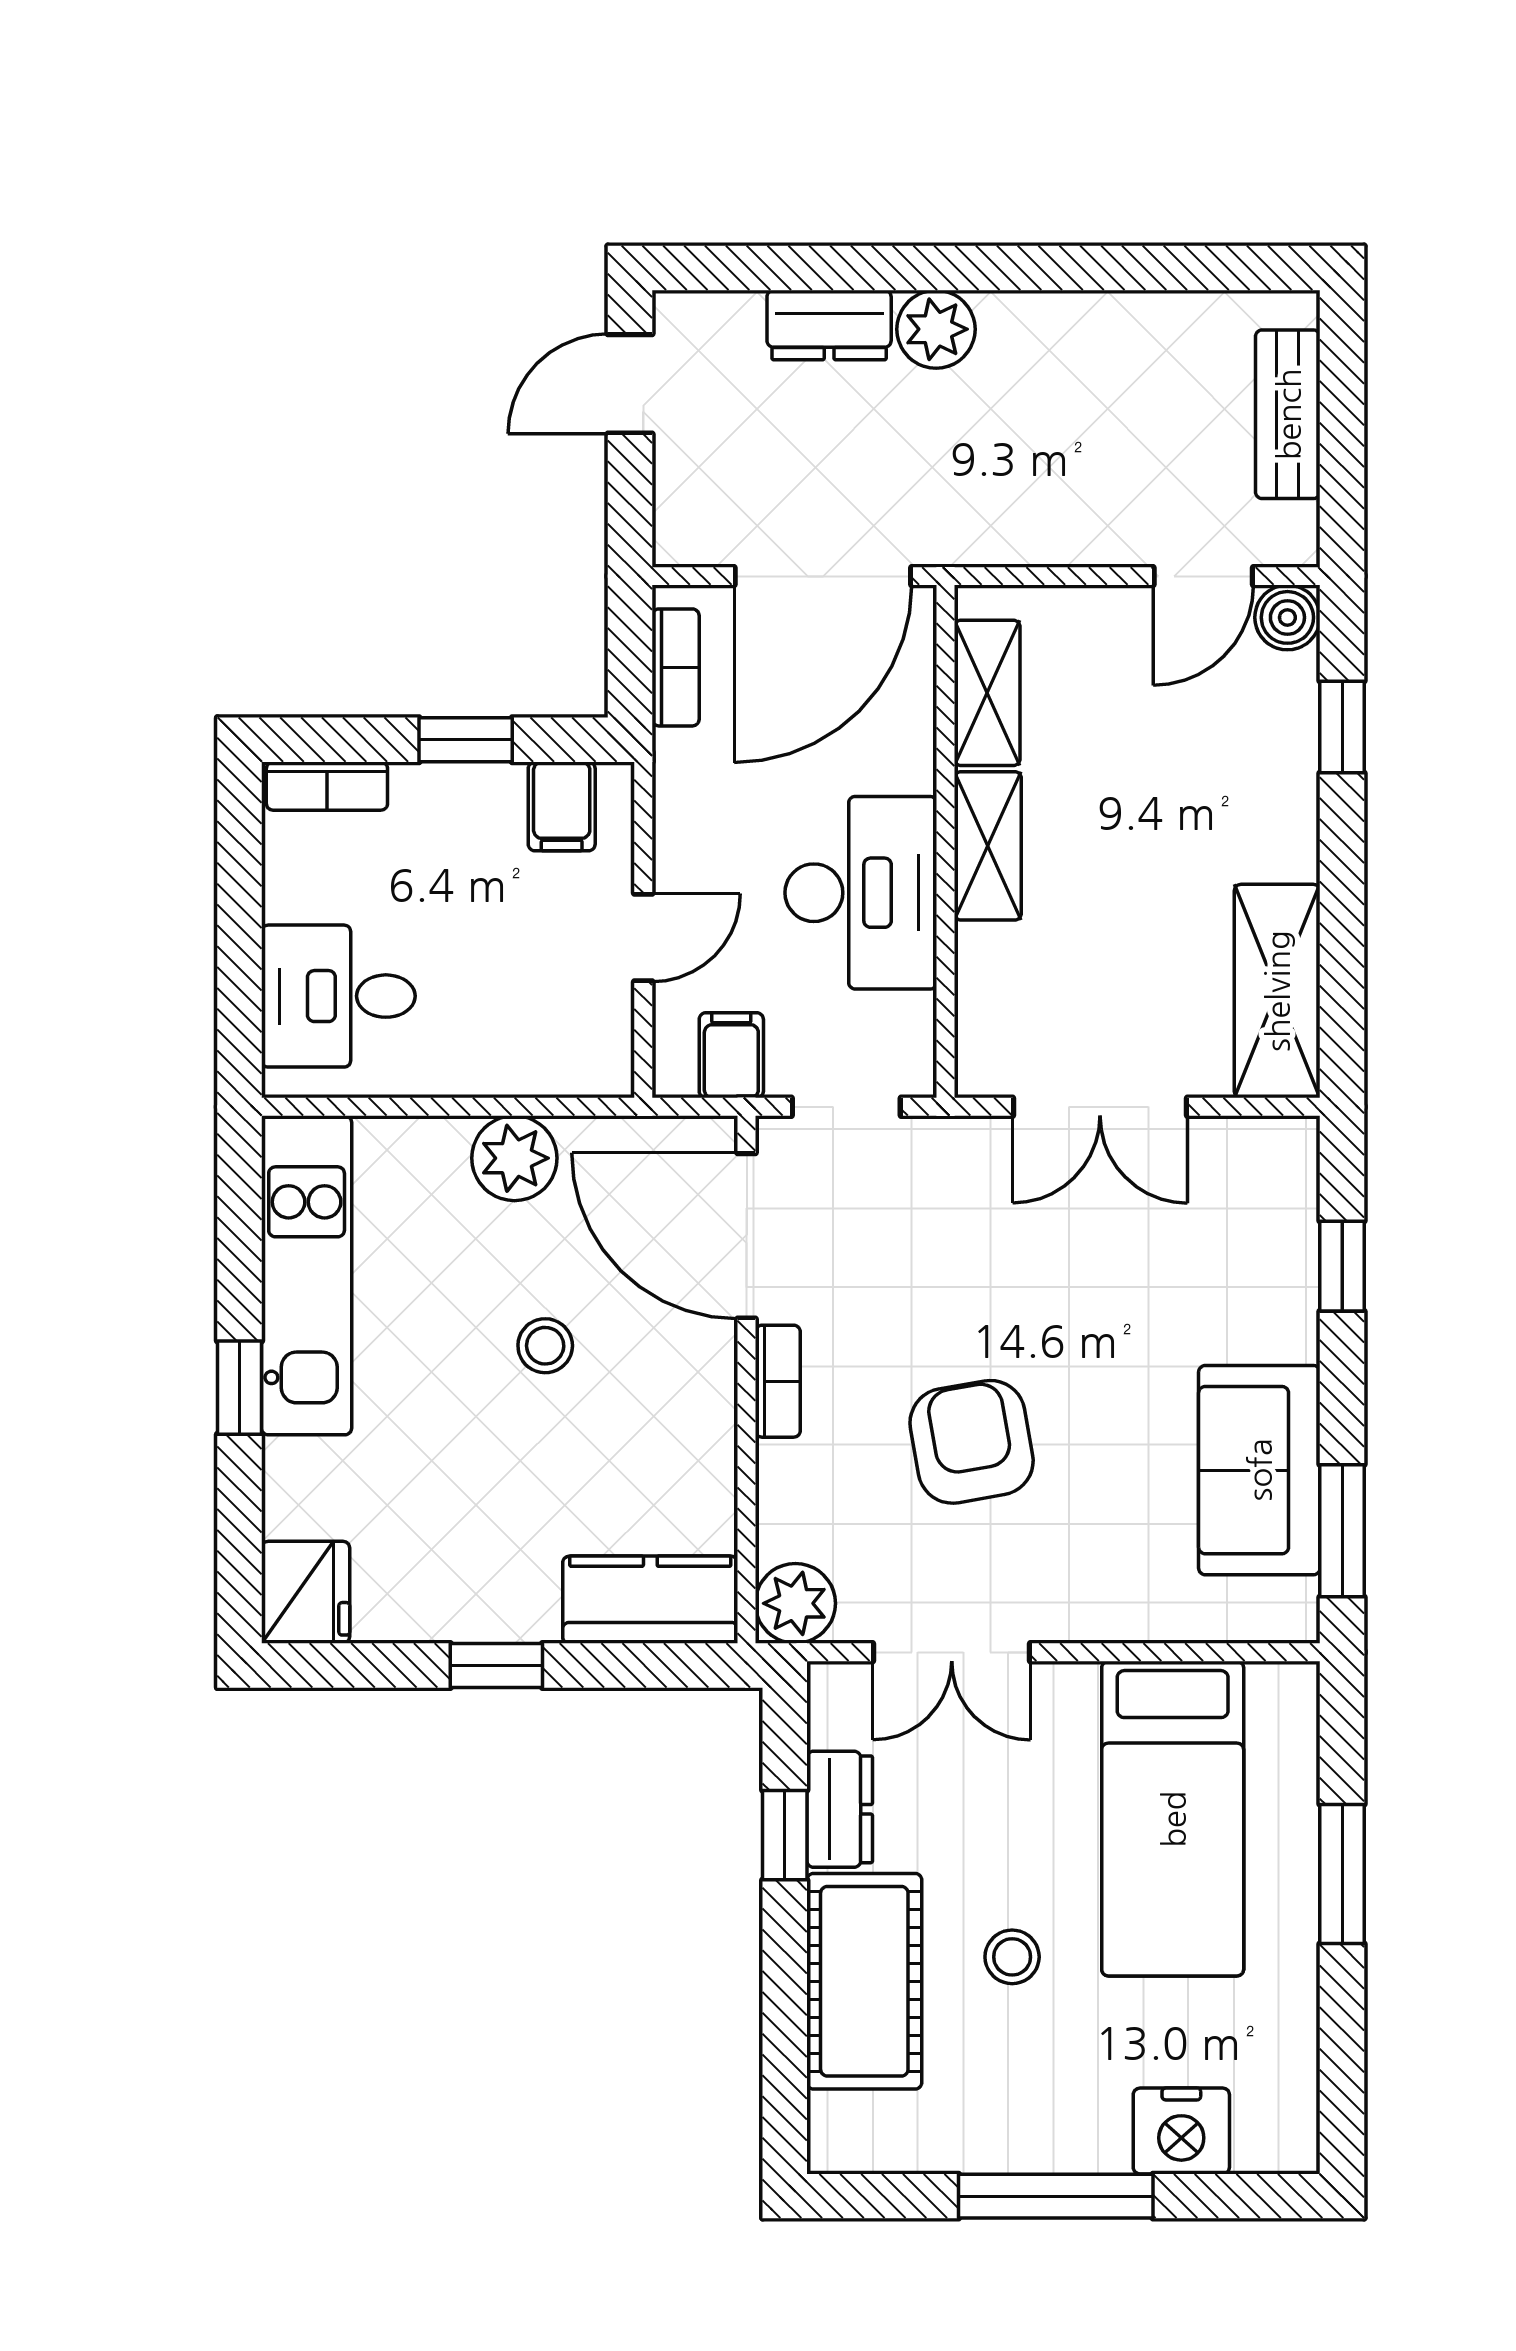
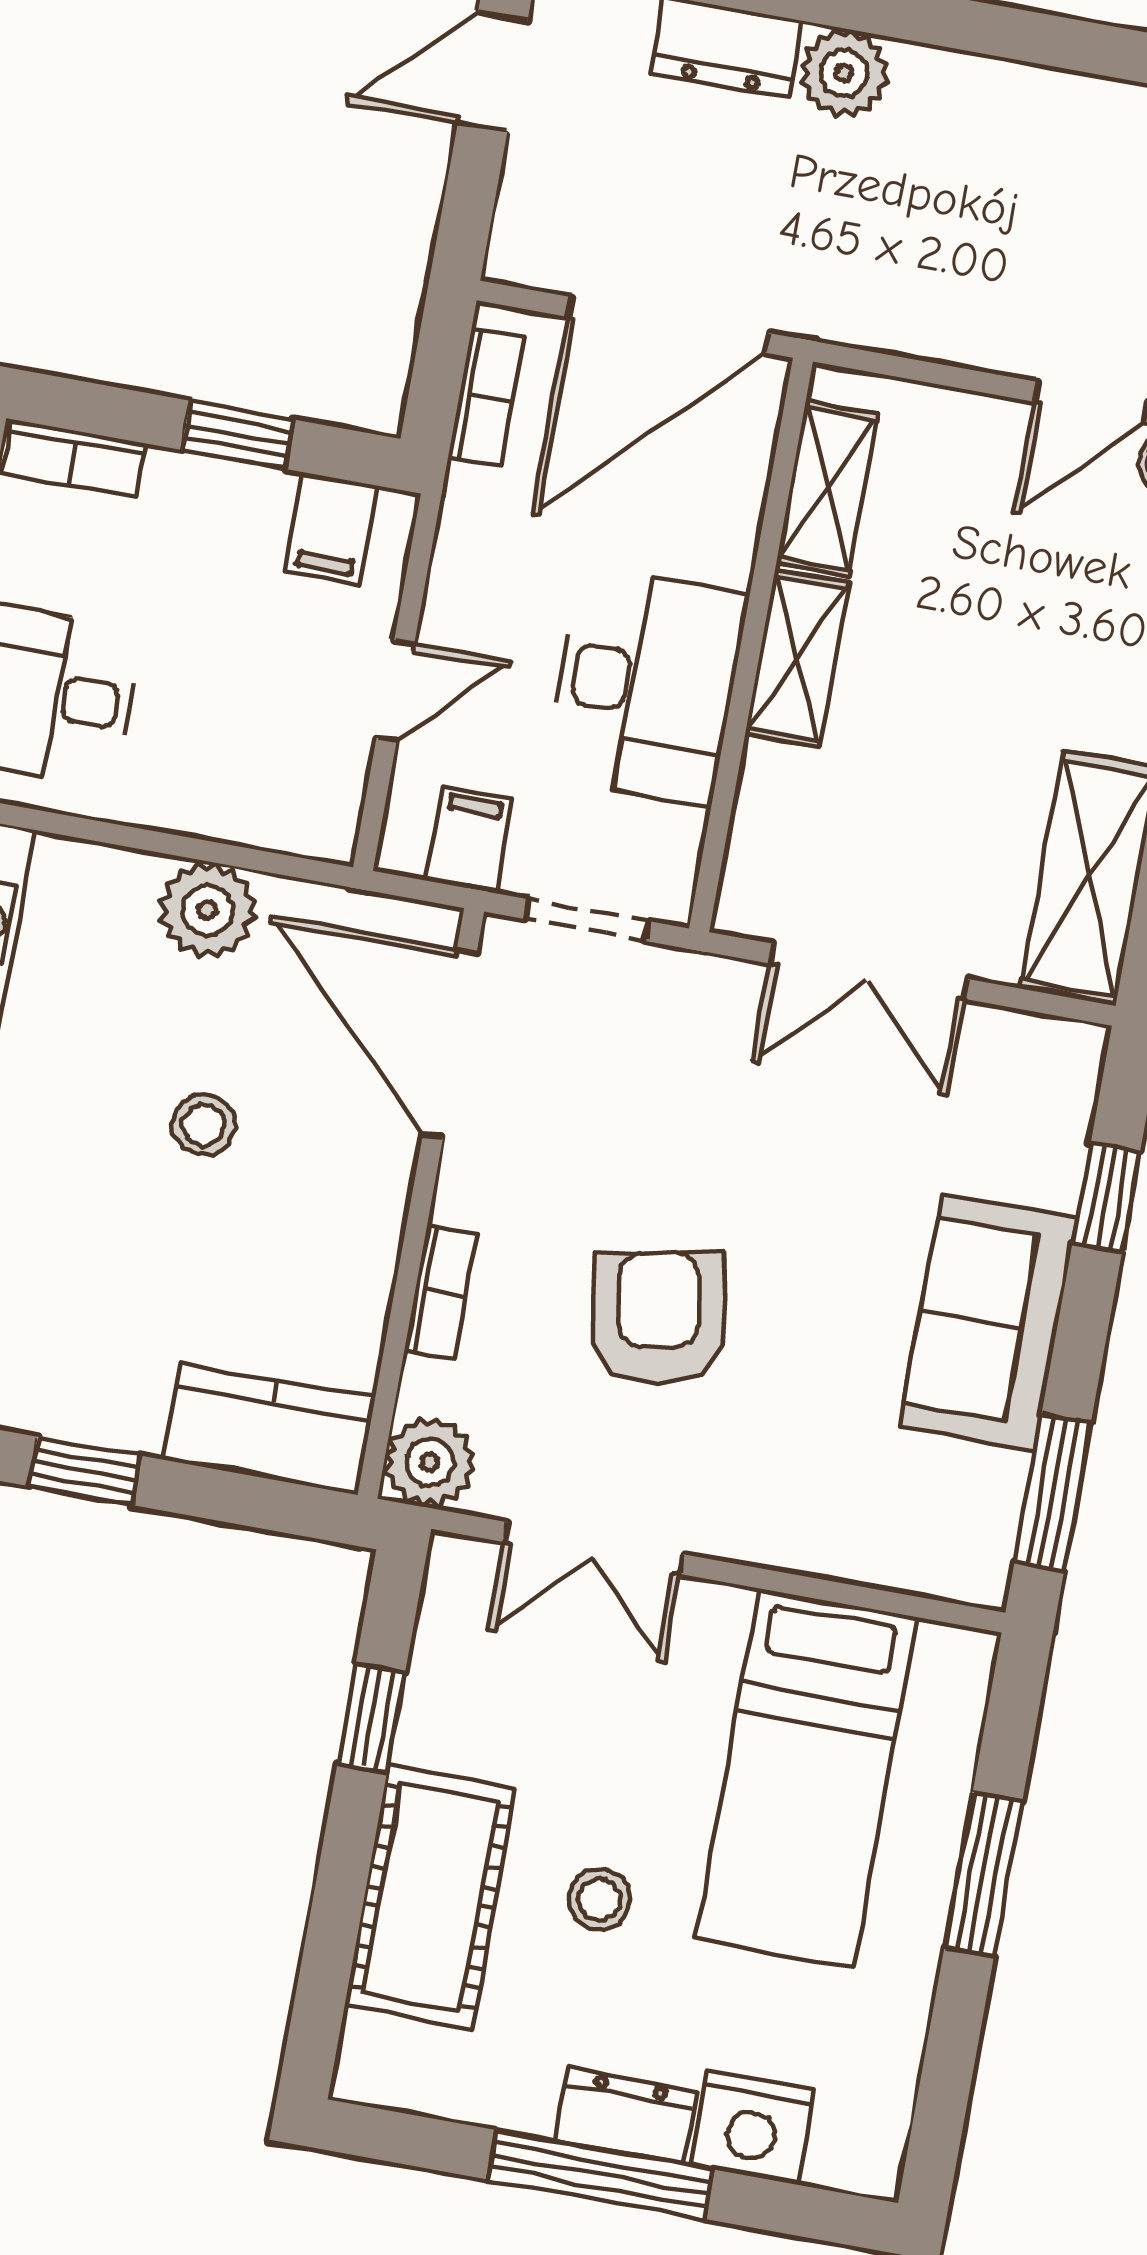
bookcase: (778, 1381) -> (441, 1292), moved
sofa: (1259, 1470) -> (989, 1322), moved
dresser: (840, 1809) -> (626, 2116), moved, turned -90

